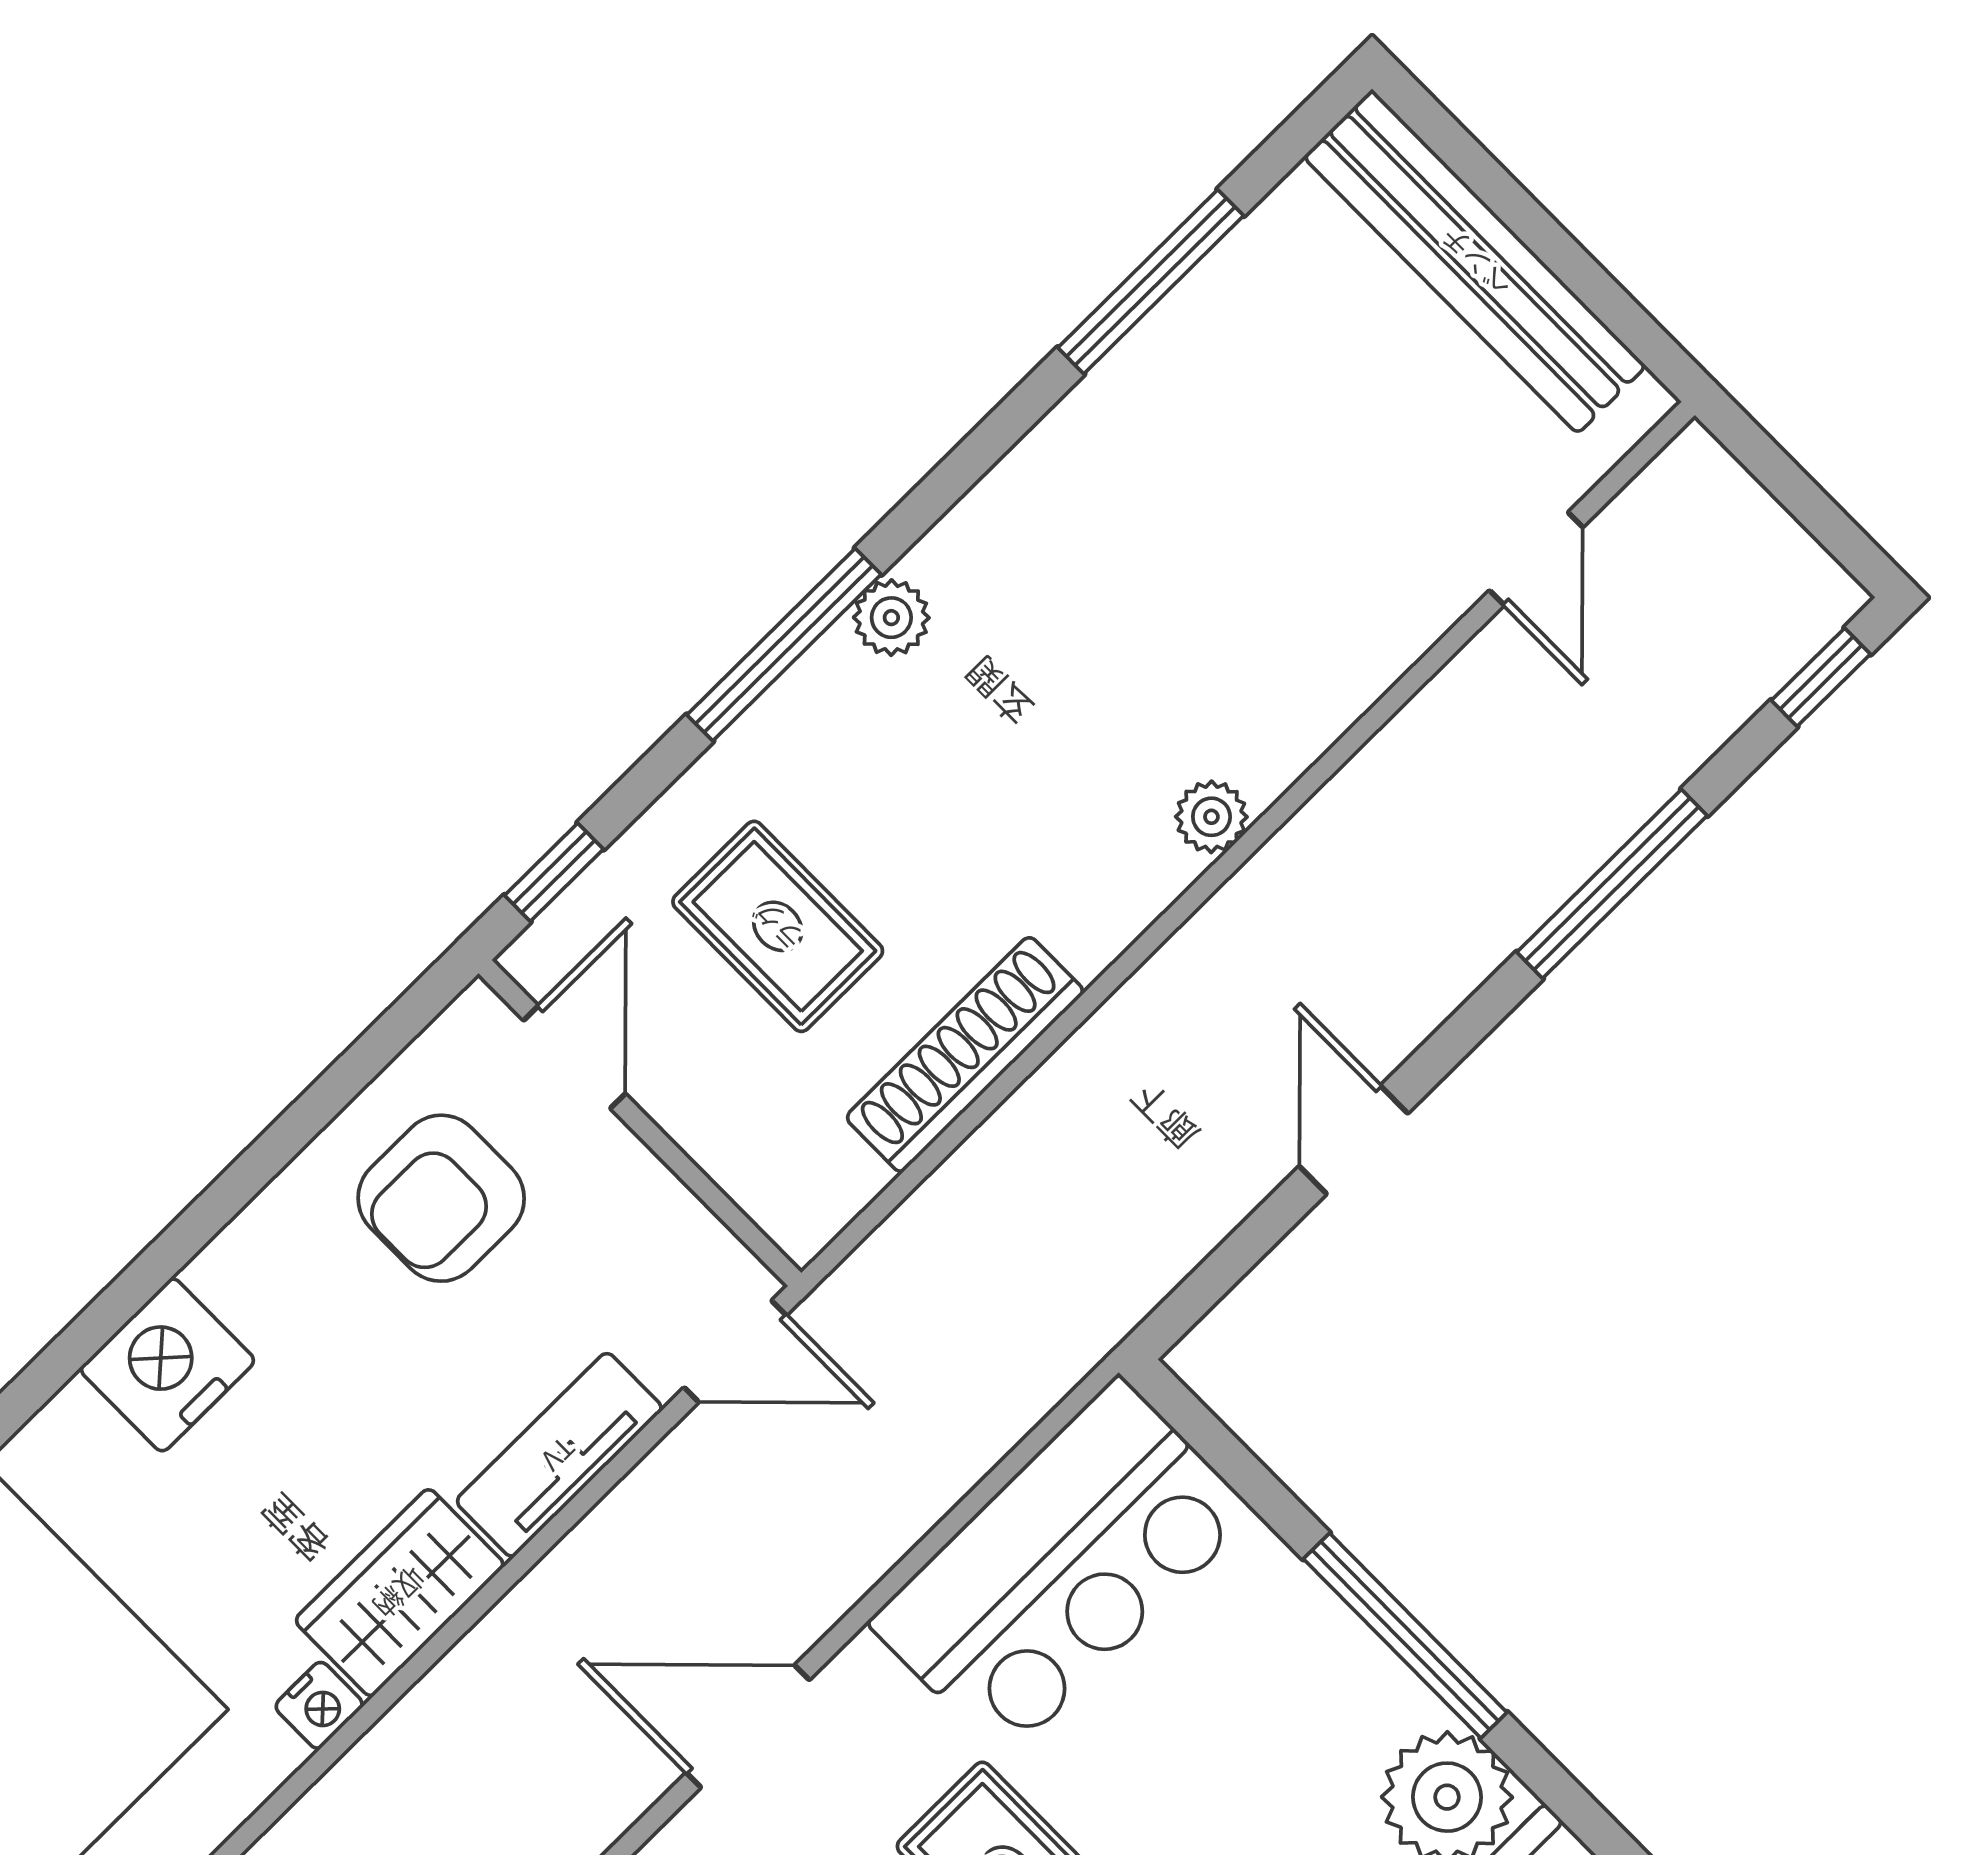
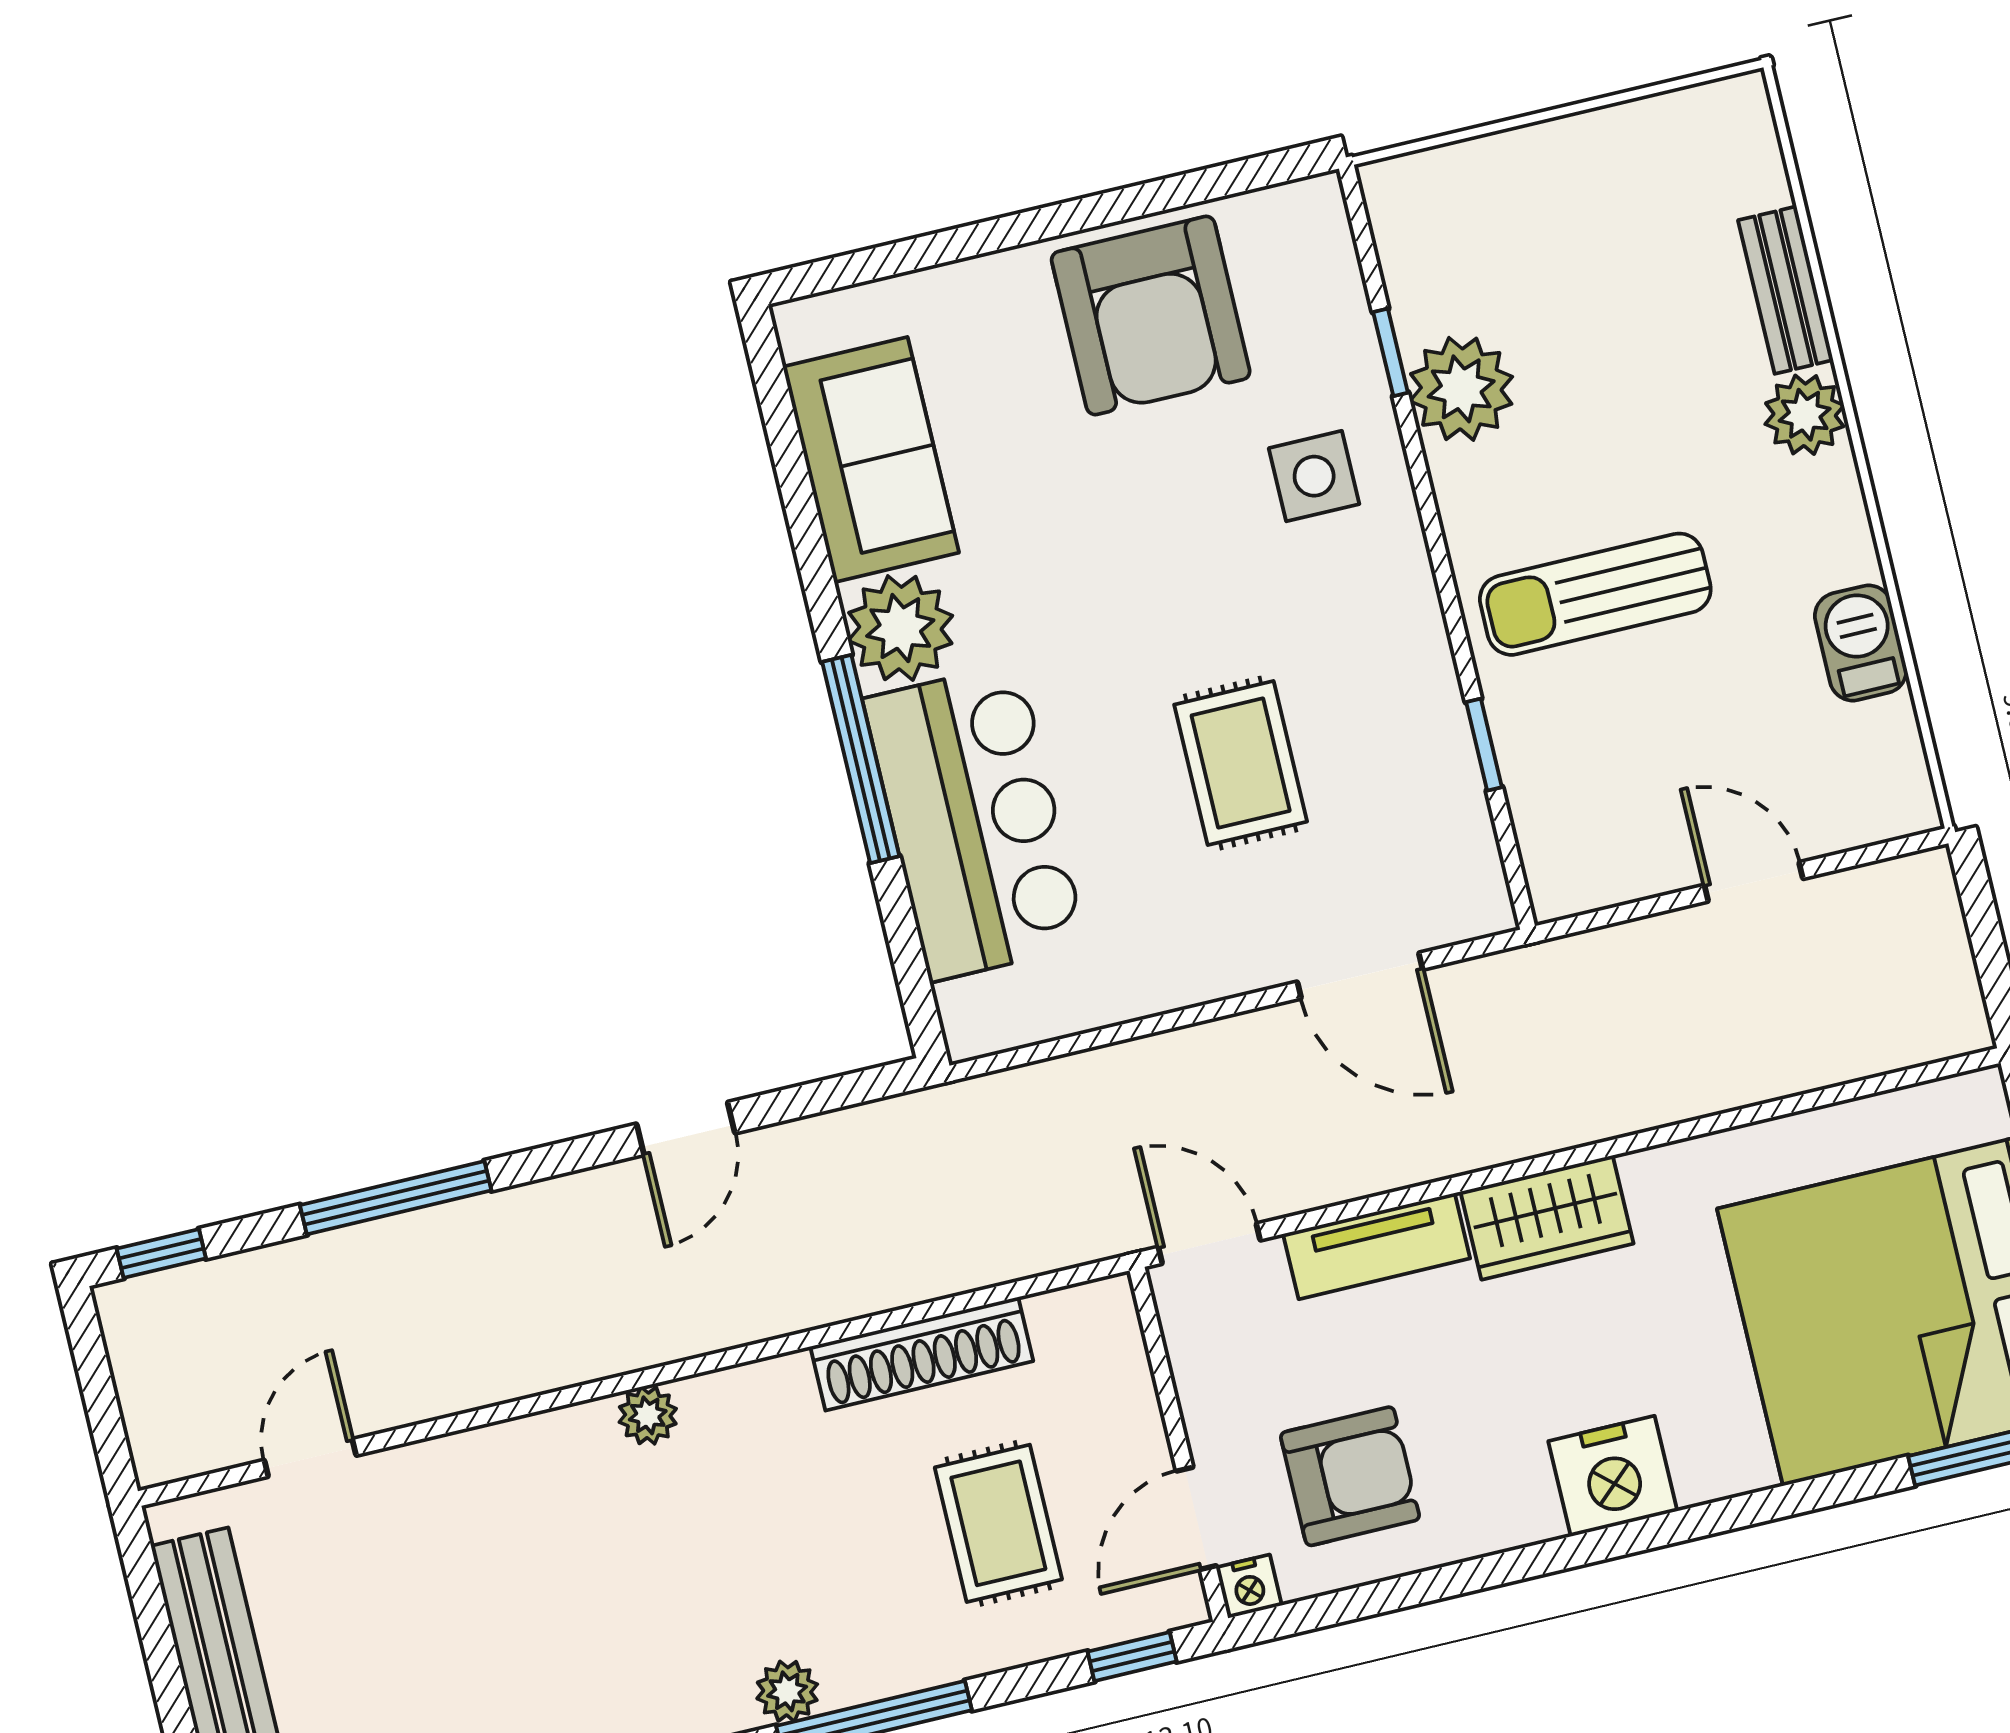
bar counter: (1062, 1568) -> (975, 822), moved, turned 90
nightstand: (319, 1705) -> (1249, 1586), moved, turned 180

